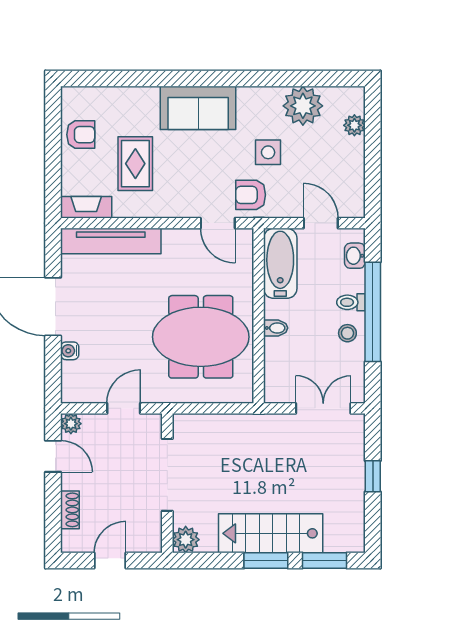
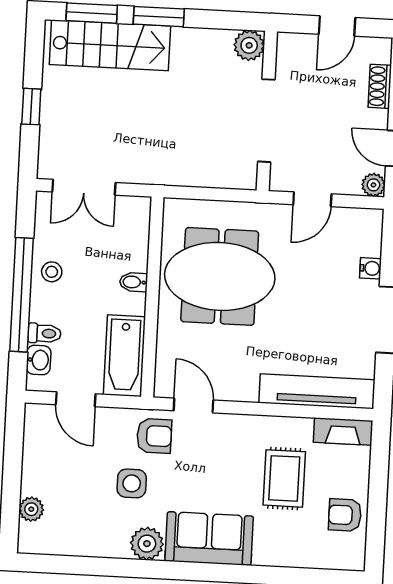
plant: (303, 106) -> (147, 544), moved, width x0.73, depth x0.73
toilet: (351, 302) -> (44, 333), moved
stairs: (271, 533) -> (110, 45), moved

